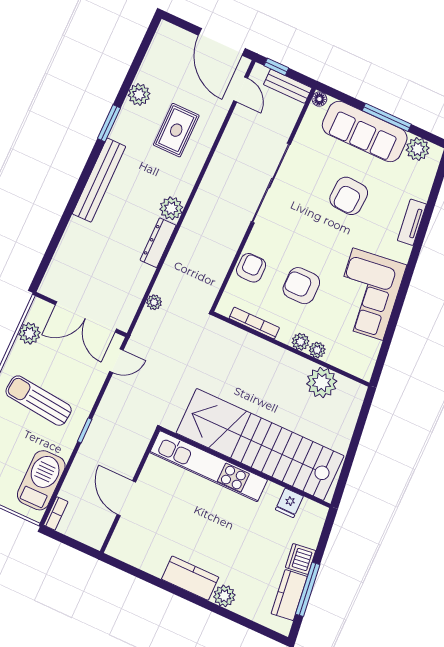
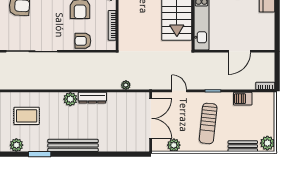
door: (116, 361) -> (179, 91), moved
barbecue: (41, 480) -> (243, 99), width x0.53, depth x0.65

